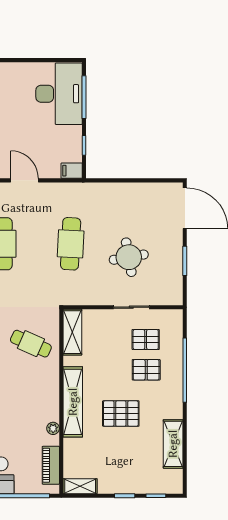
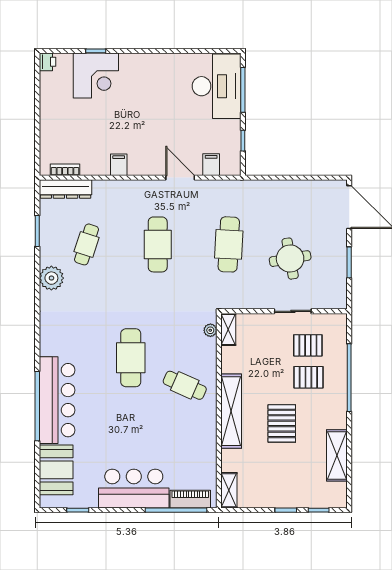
filing cabinet: (72, 171) -> (211, 165), moved, turned 90
shelving: (72, 332) -> (228, 330), width x0.67, depth x0.75
cafe table: (31, 344) -> (185, 385), moved
pallet: (121, 414) -> (282, 423), turned 90
plant: (53, 428) -> (210, 330), moved
piano: (51, 465) -> (190, 499), moved, turned 90
shelving: (80, 486) -> (229, 490), moved, turned 90

